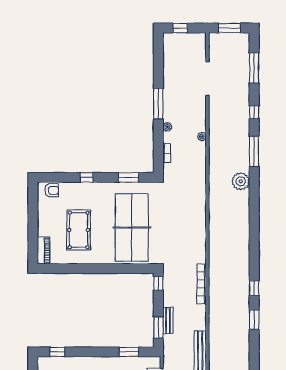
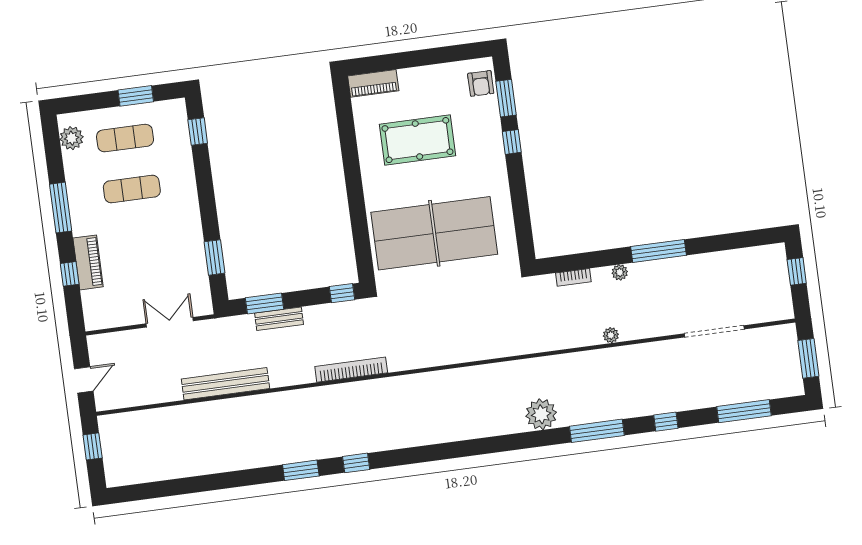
window: (129, 177) -> (506, 98), moved

